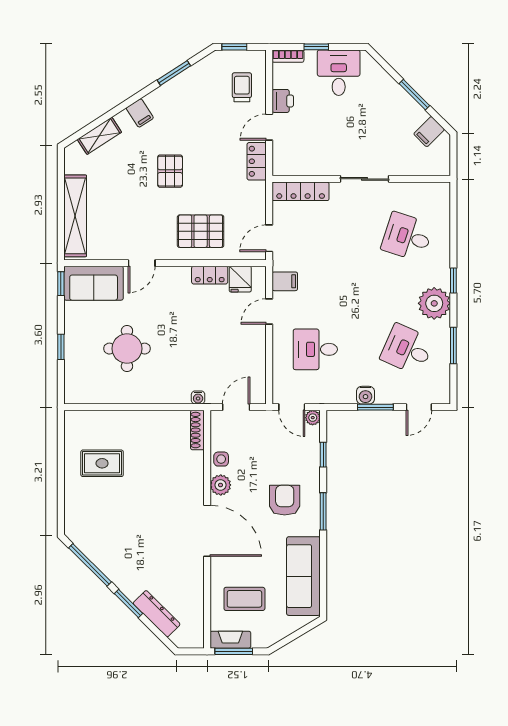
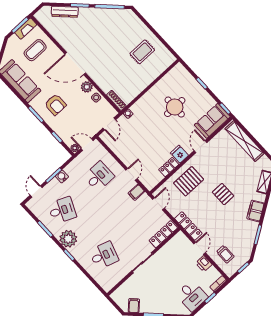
filing cabinet: (140, 113) -> (255, 211), width x2.00
locker: (257, 161) -> (188, 226), width x1.53
fridge: (240, 279) -> (179, 154), moved

